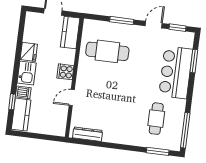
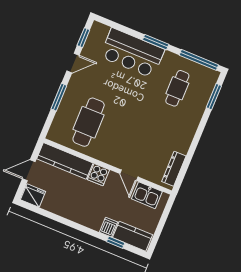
door: (154, 25) -> (73, 63), swing flipped
kitchen counter: (70, 33) -> (65, 161), width x1.50
fridge: (29, 52) -> (33, 196), moved
window: (194, 61) -> (156, 42), moved
kitchen sink: (27, 73) -> (147, 195), moved, turned 180
cafe table: (156, 119) -> (177, 88), turned 90

